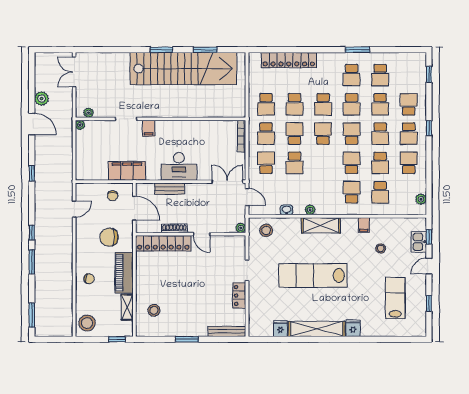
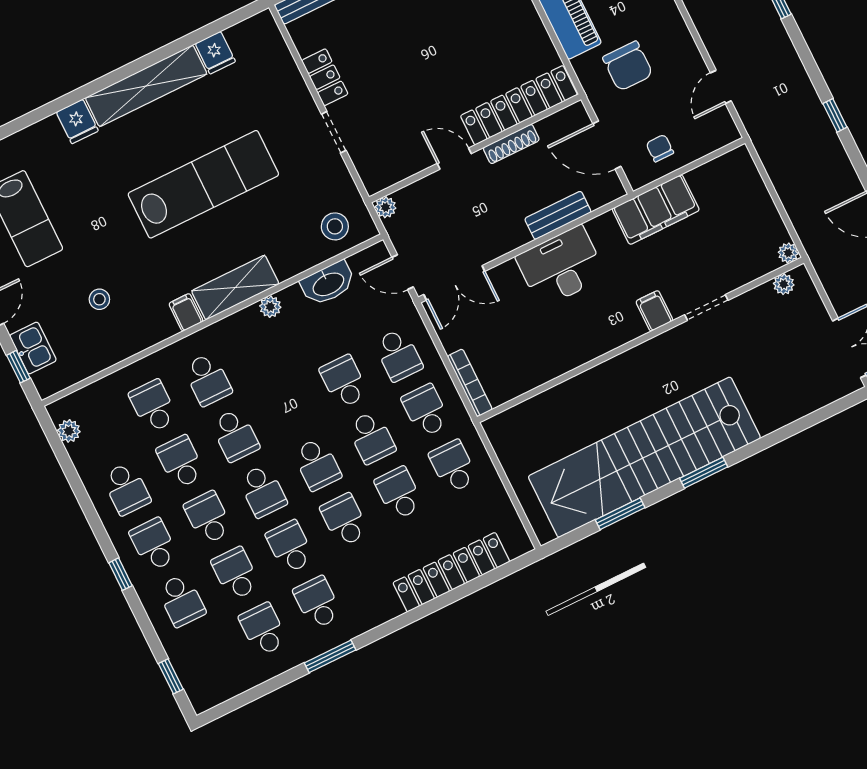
washbasin: (287, 210) -> (328, 284), width x1.91, depth x1.45
filing cabinet: (364, 225) -> (186, 312), moved
chair: (109, 237) -> (628, 66), turned 90

